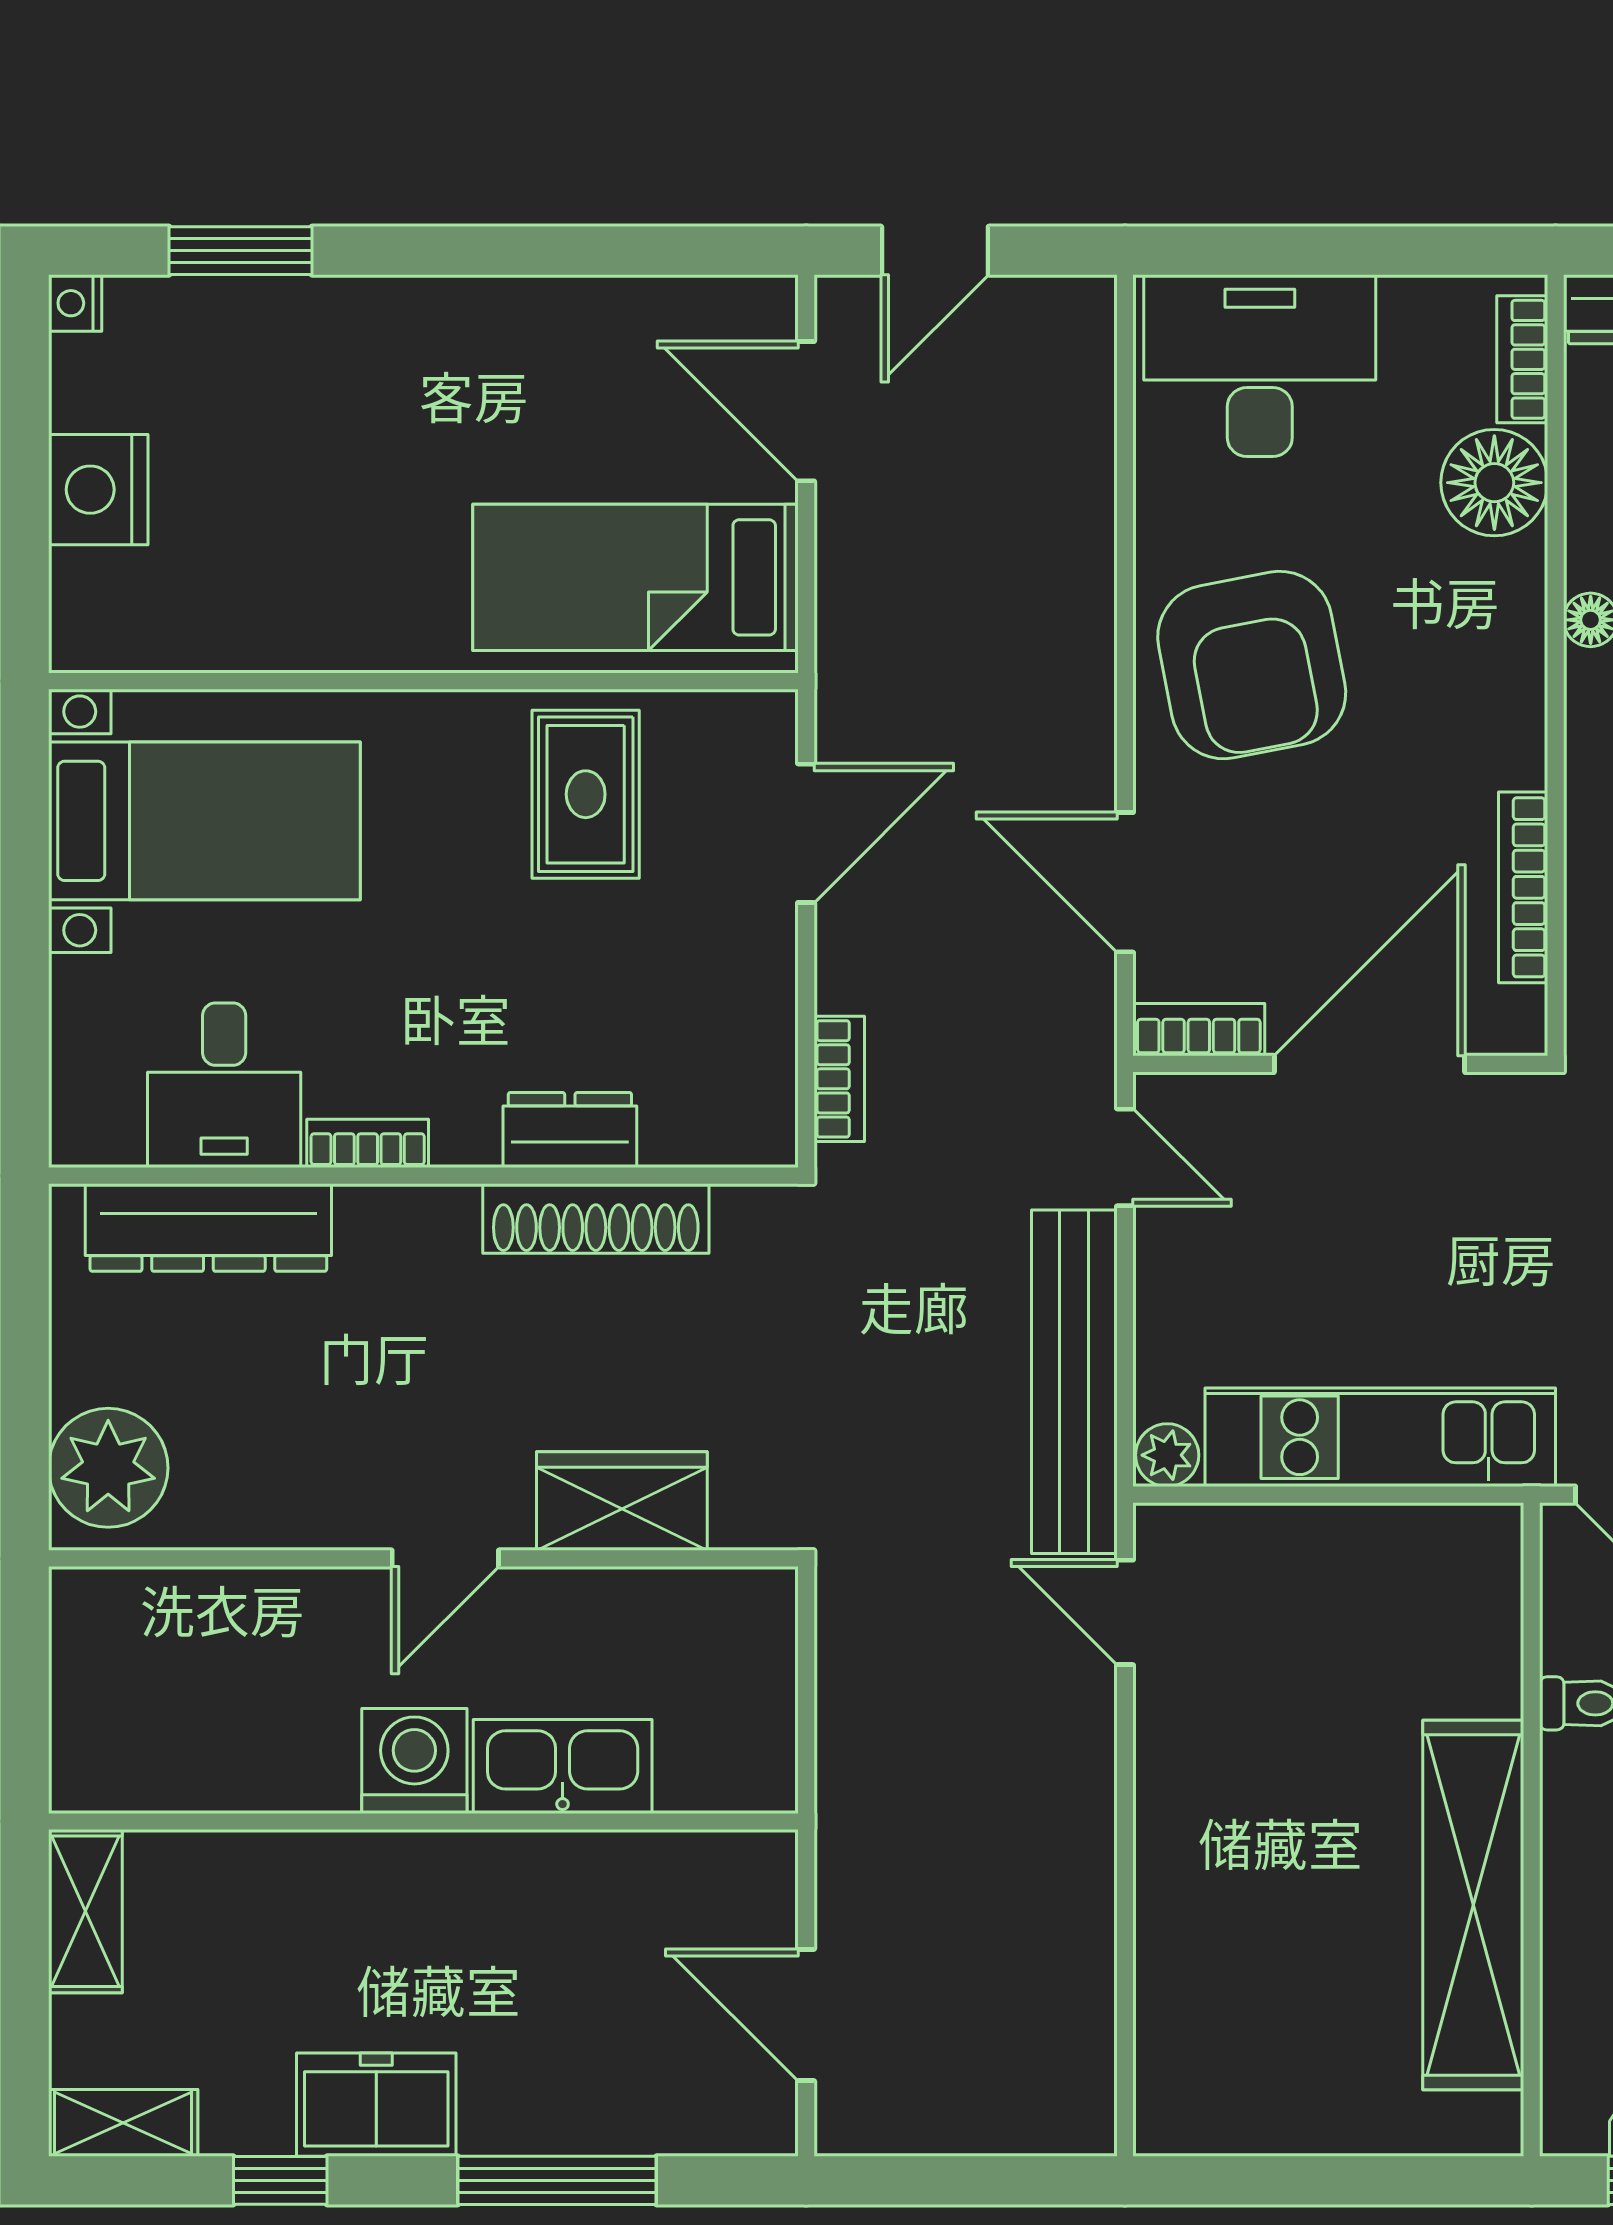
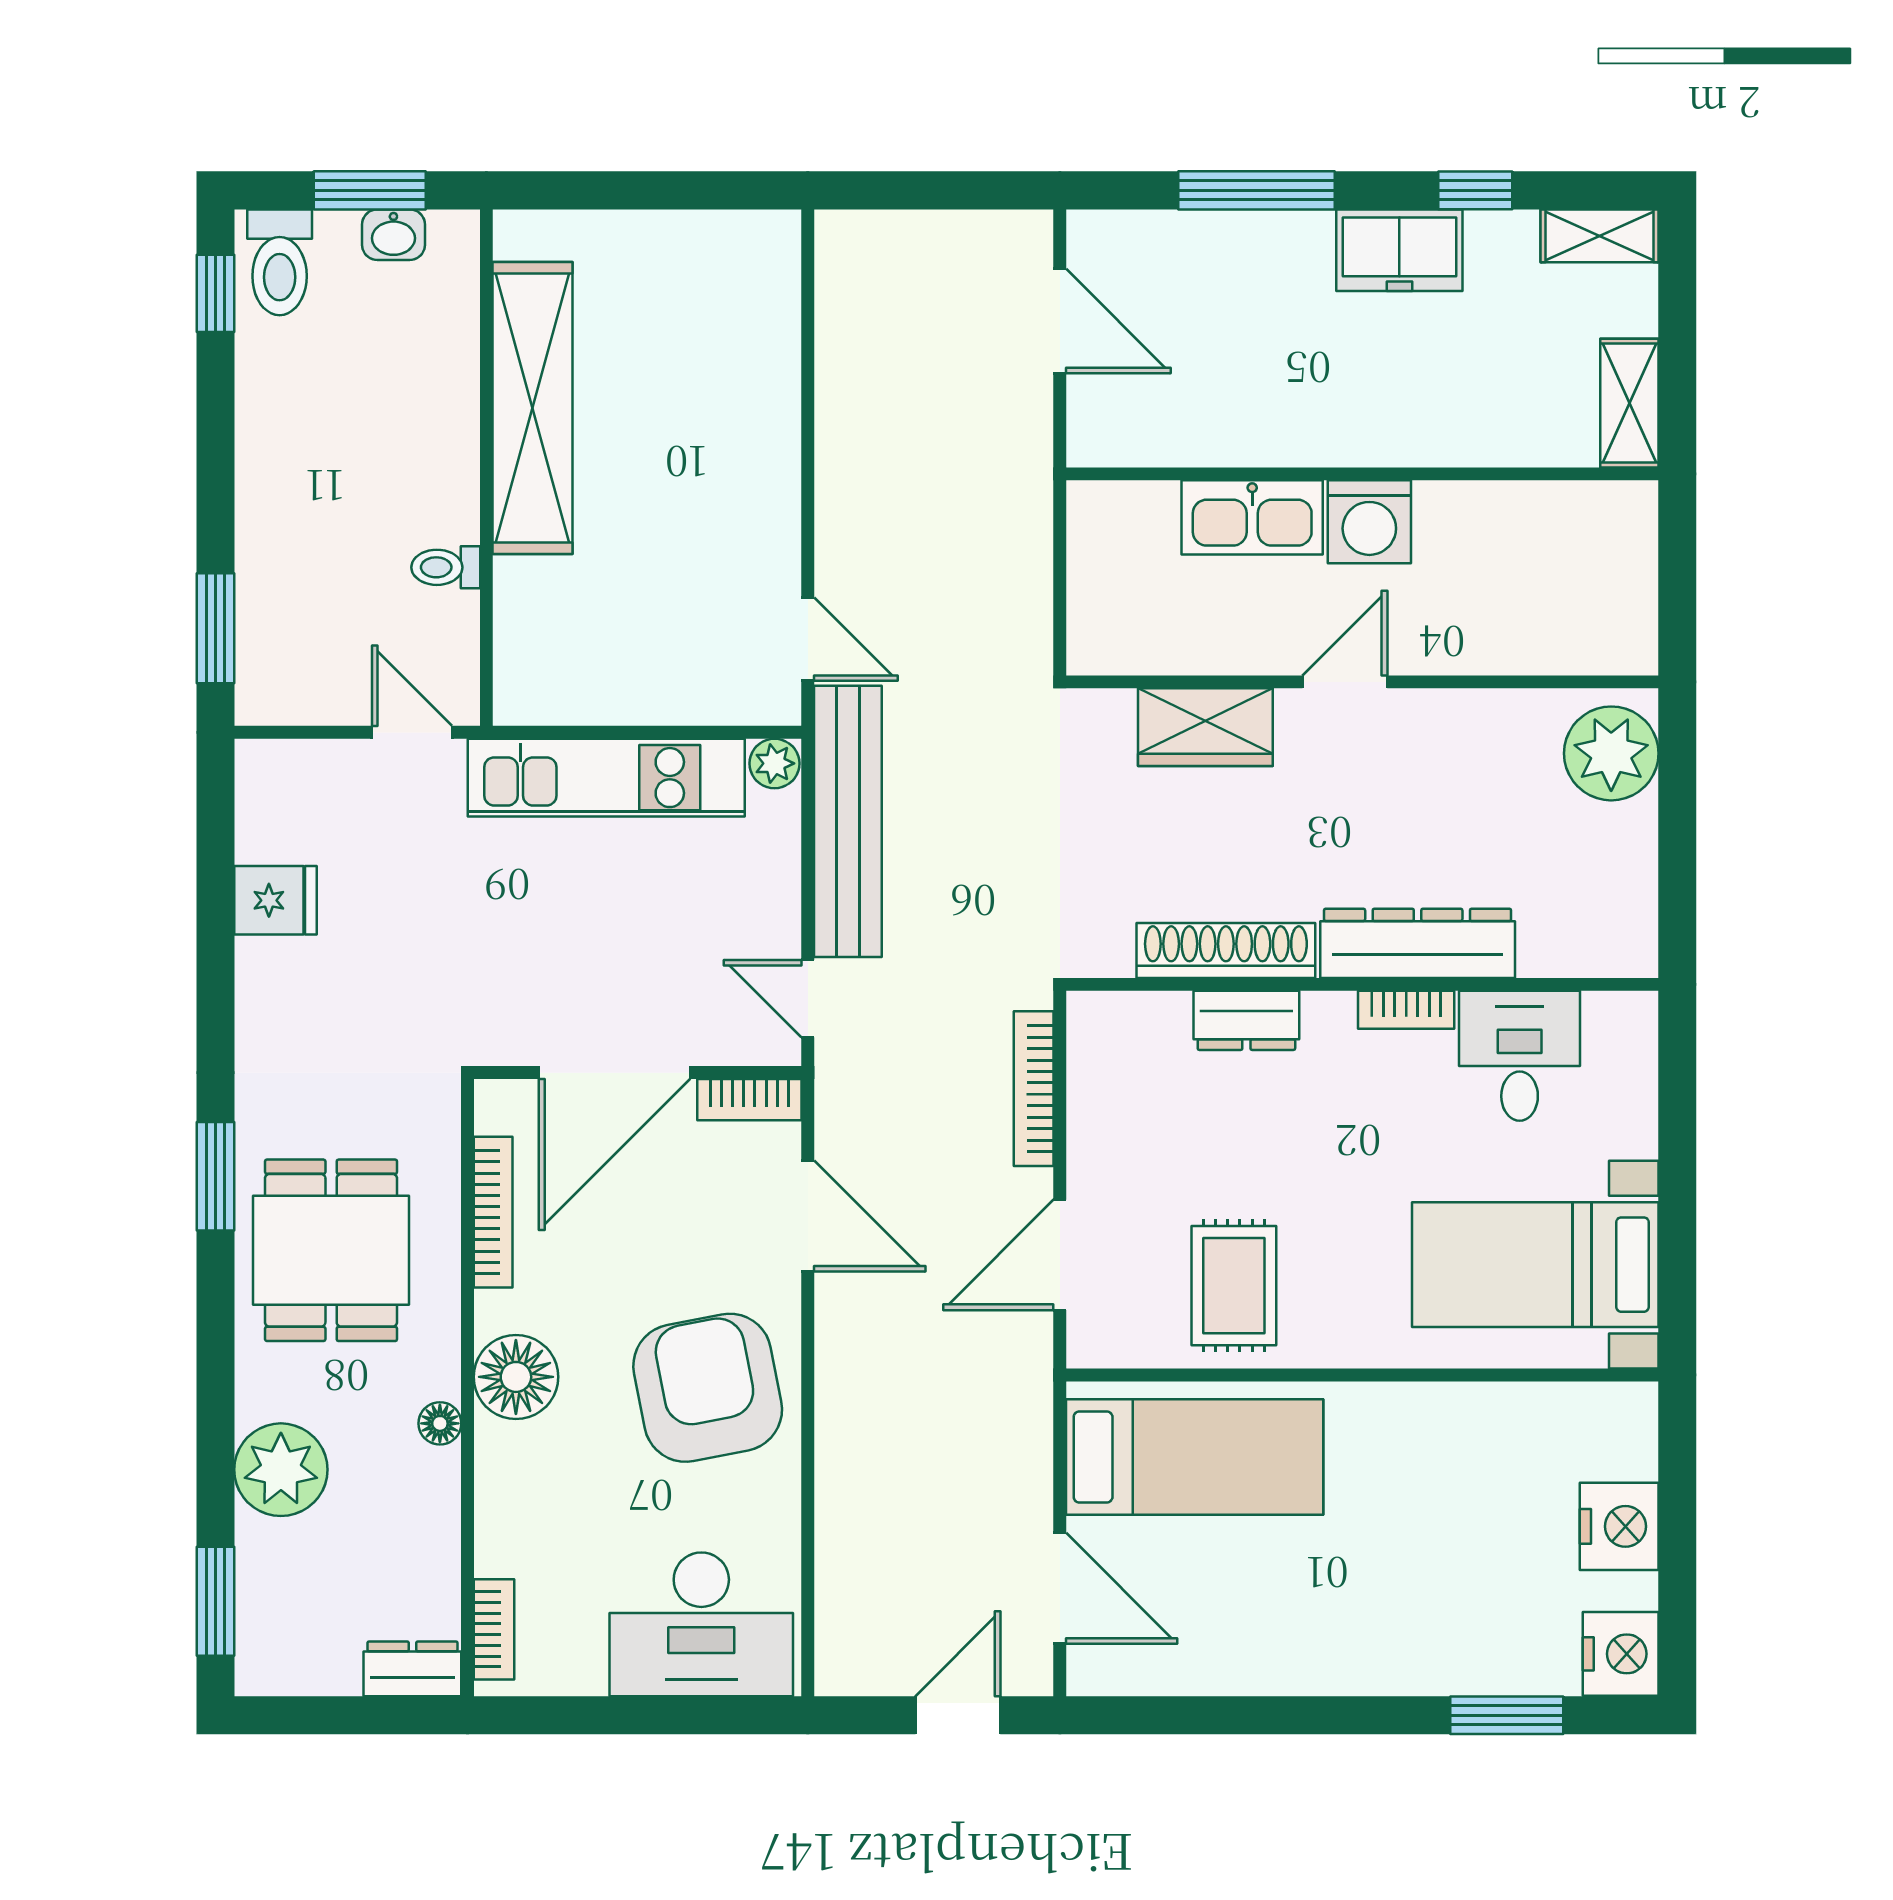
nightstand: (75, 303) -> (1621, 1654), width x1.89, depth x1.79
floor lamp: (1494, 483) -> (516, 1377), moved
bookcase: (839, 1079) -> (1034, 1089), width x1.56
dresser: (208, 1227) -> (1418, 943), moved

